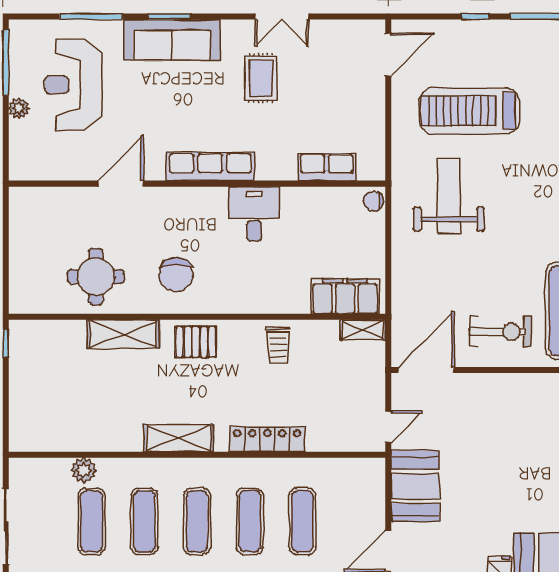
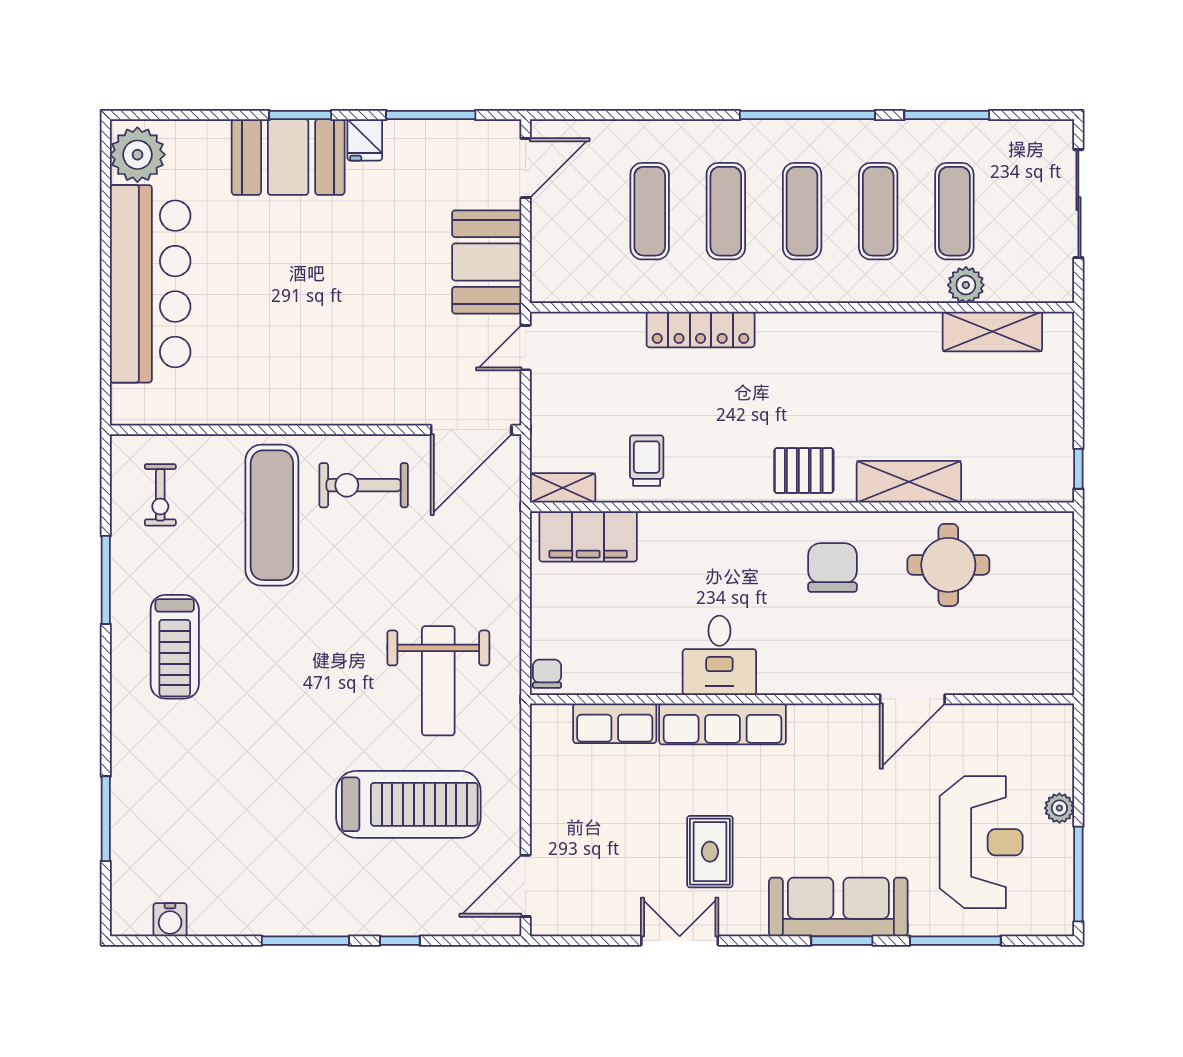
row of seats: (210, 167) -> (723, 724), moved
chair: (373, 201) -> (547, 674), turned -90
trolley: (278, 345) -> (647, 461), moved
shelving: (179, 438) -> (992, 332), moved

